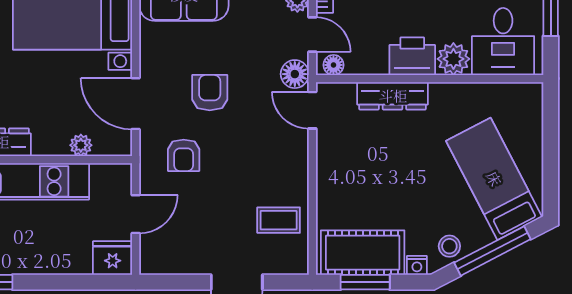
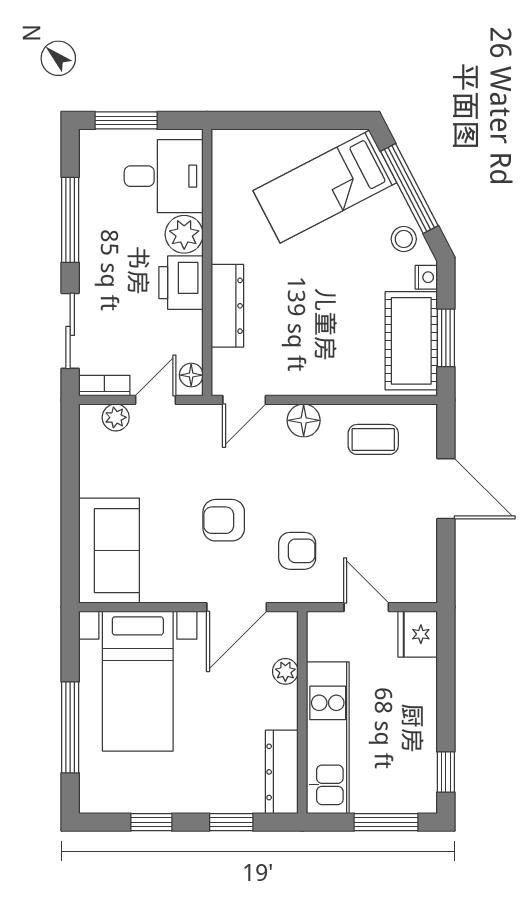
floor lamp: (295, 74) -> (304, 420), moved
coffee table: (279, 220) -> (373, 439), turned 90

